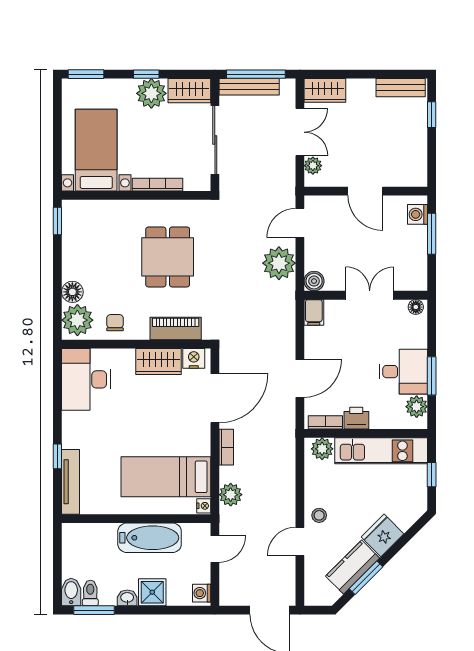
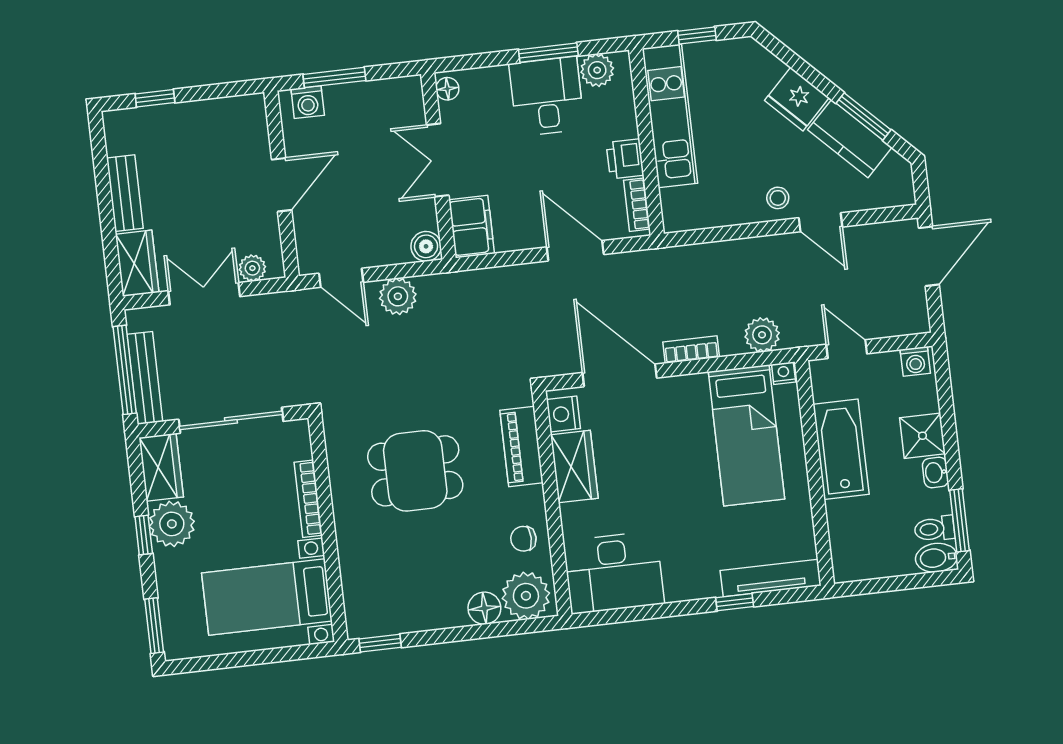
bench: (401, 88) -> (125, 193), moved
plant: (279, 263) -> (398, 296), width x0.73, depth x0.73
filing cabinet: (314, 312) -> (472, 227), width x2.00
plant: (322, 449) -> (677, 205), removed

